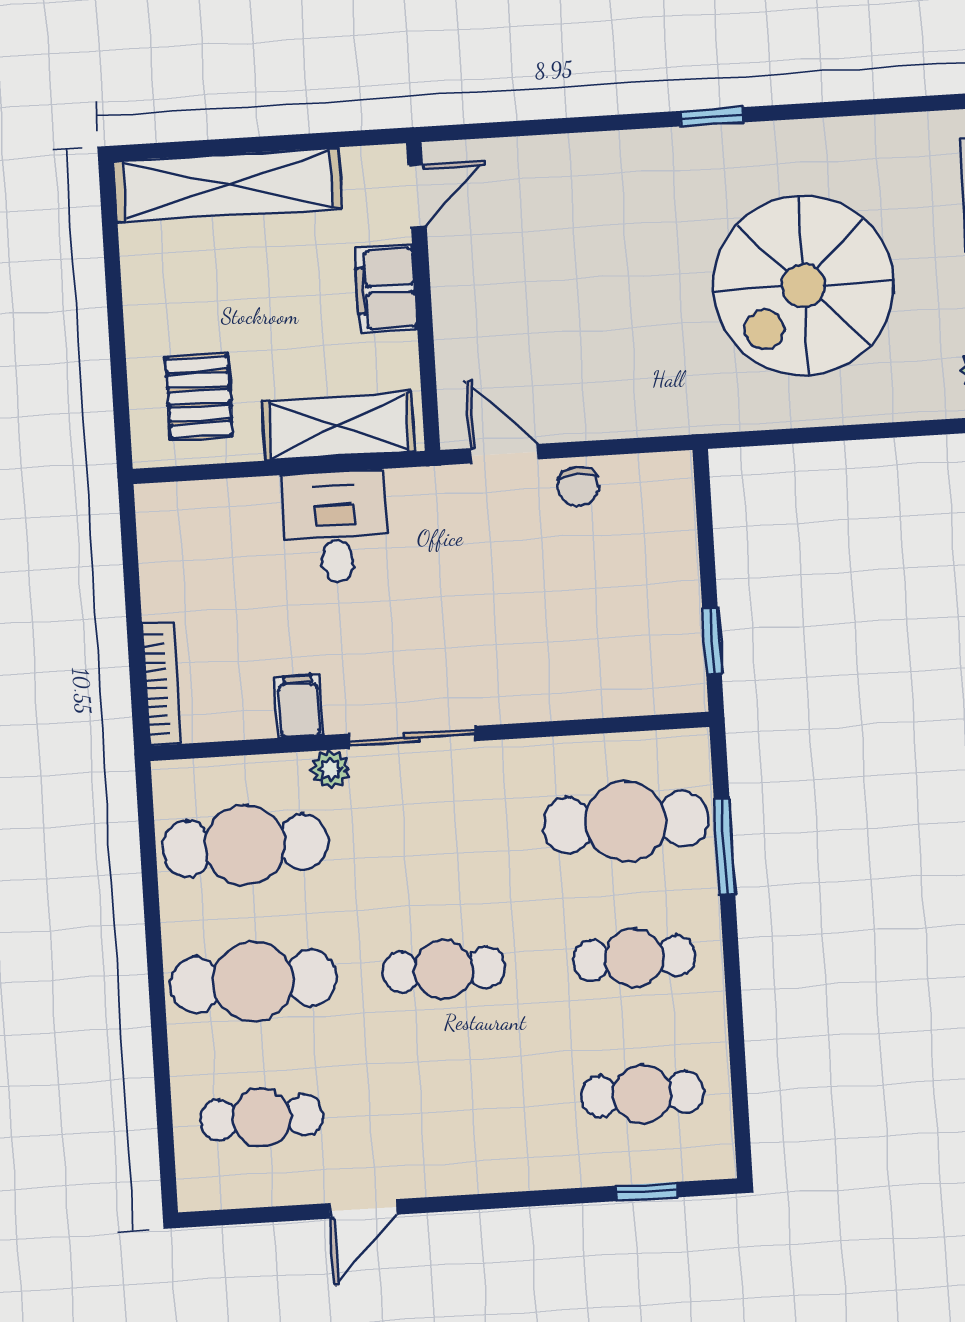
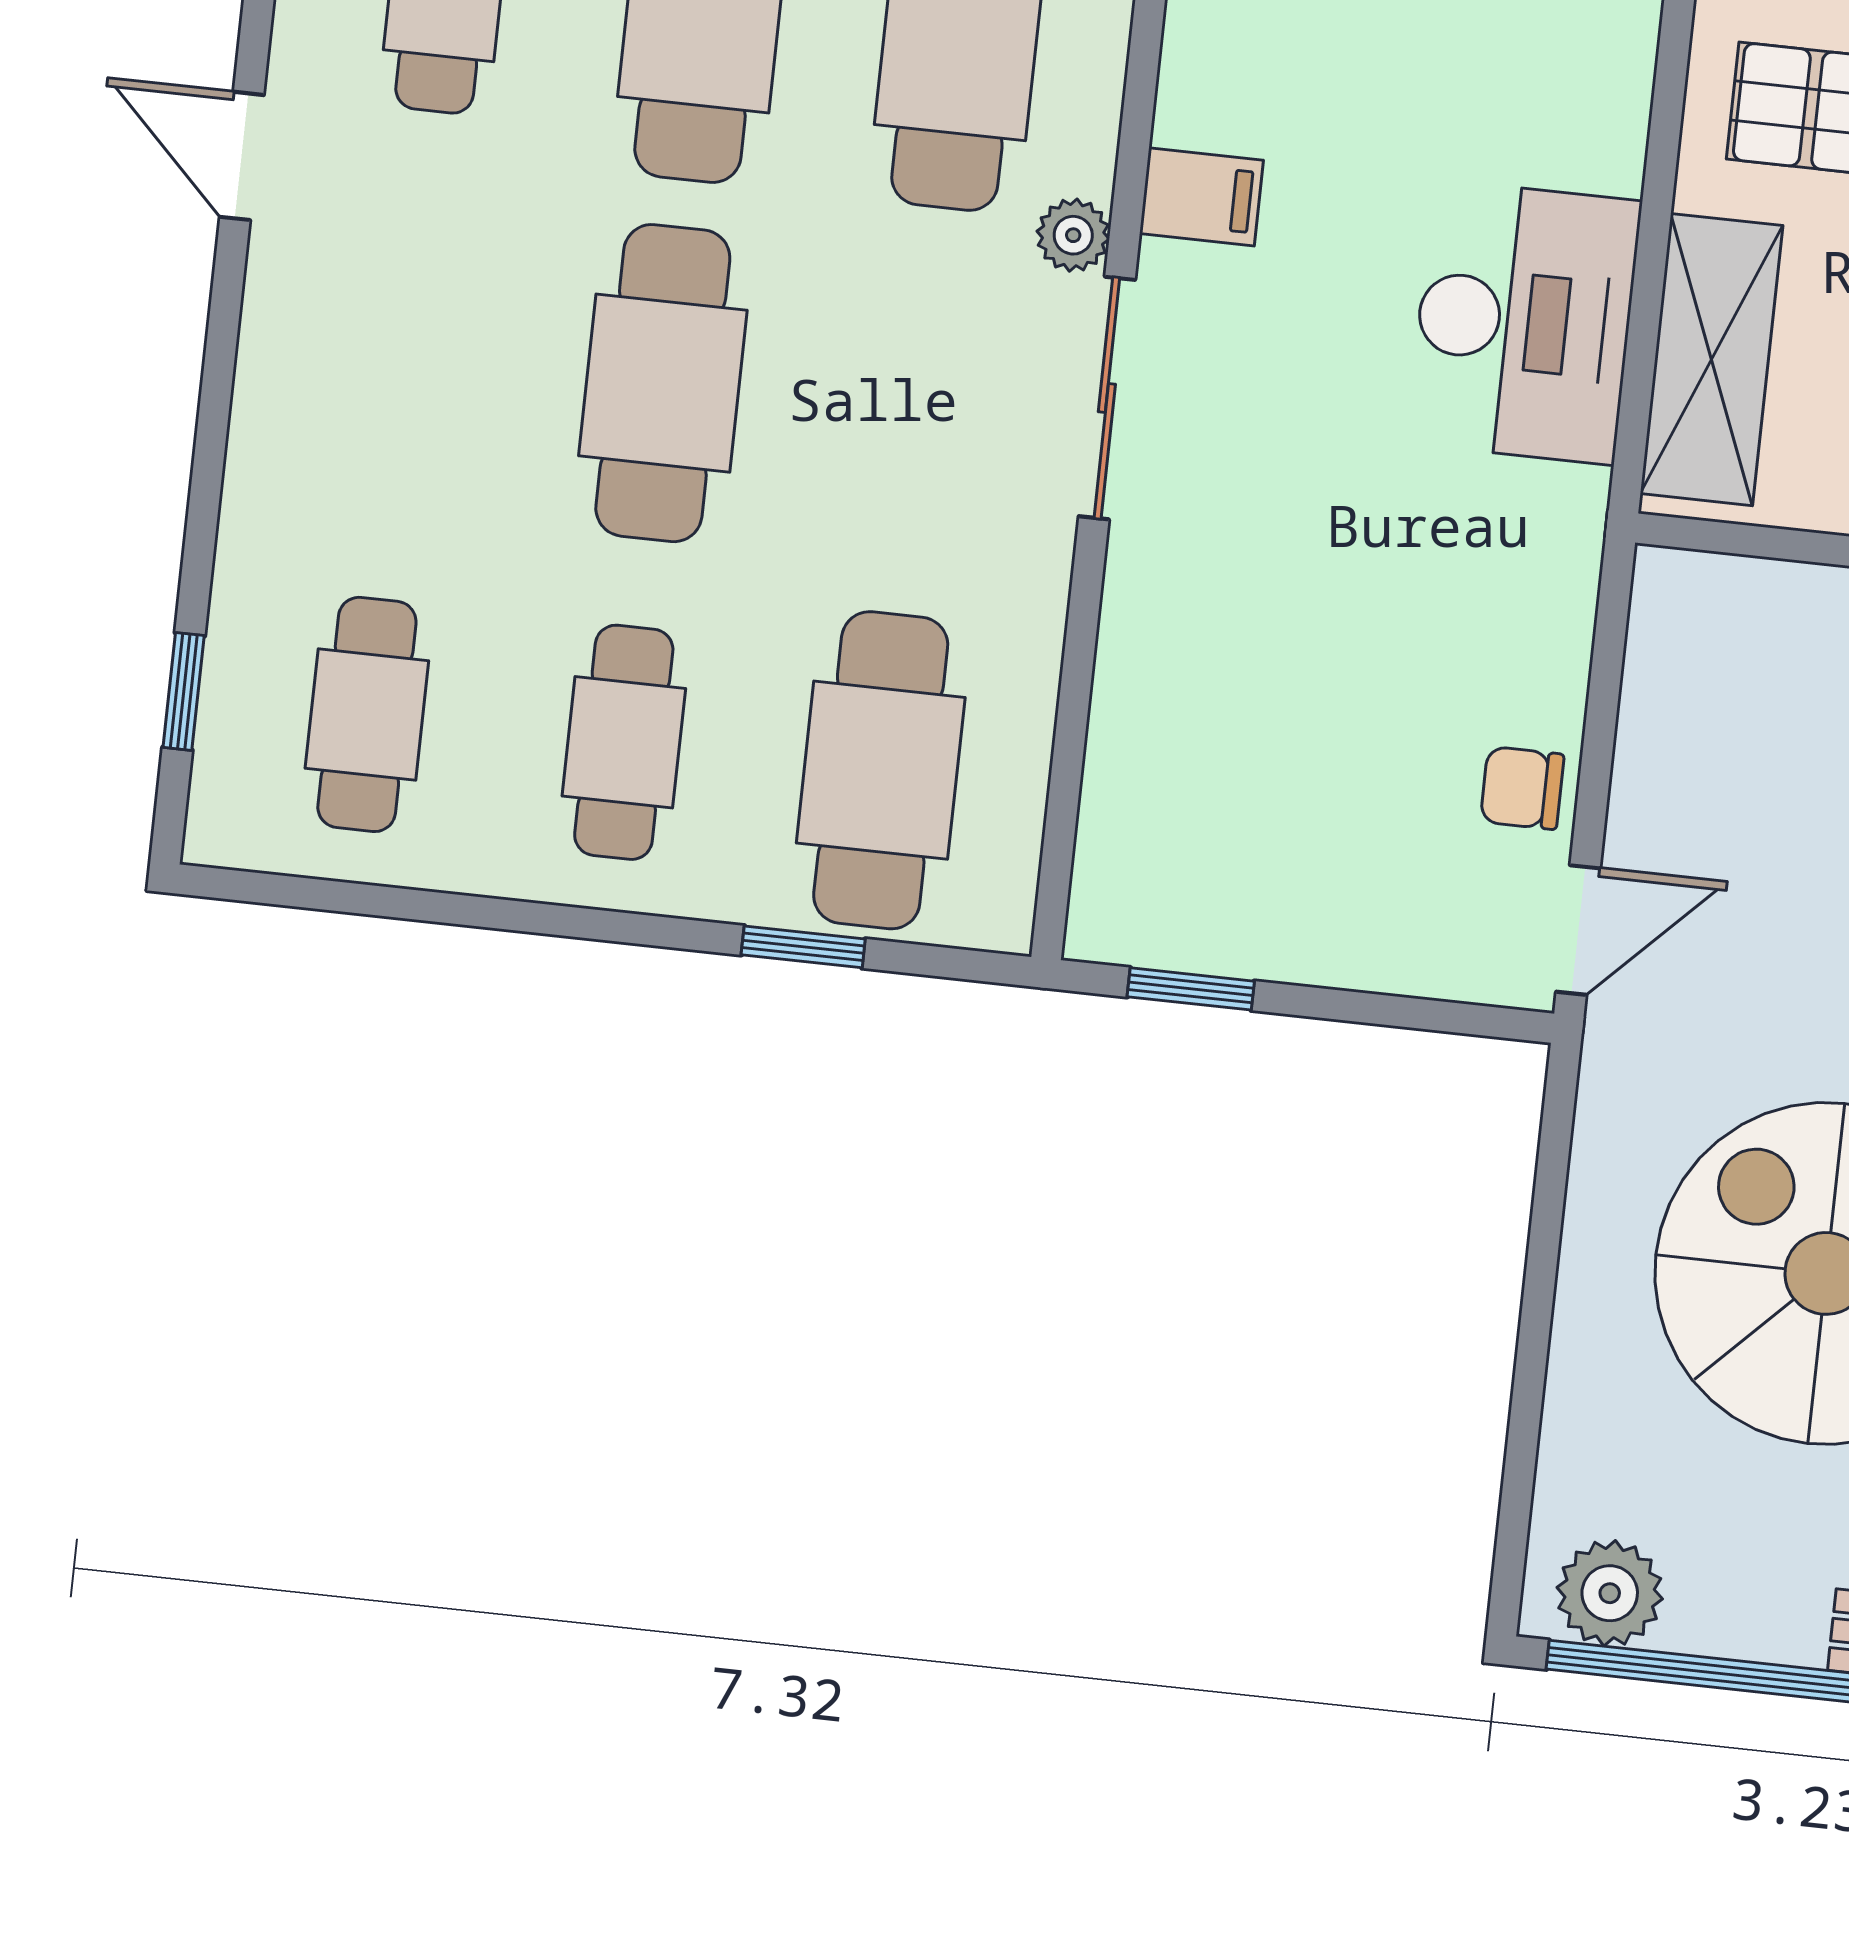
door: (505, 454) -> (1578, 930), moved
desk: (335, 527) -> (1524, 322), width x1.37
window: (725, 847) -> (803, 947), width x0.67
cafe table: (444, 970) -> (663, 383), width x1.37, depth x1.35

